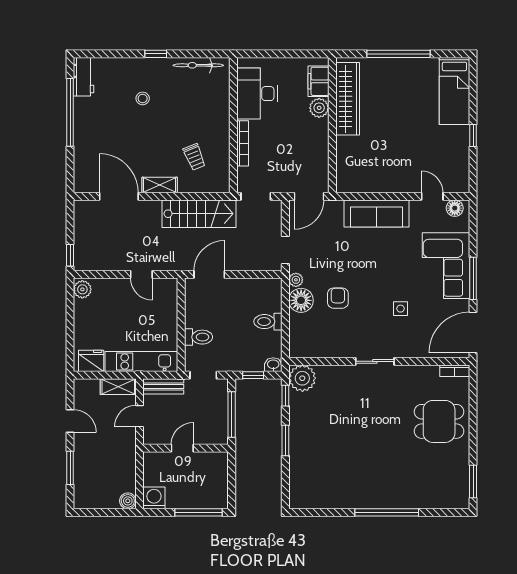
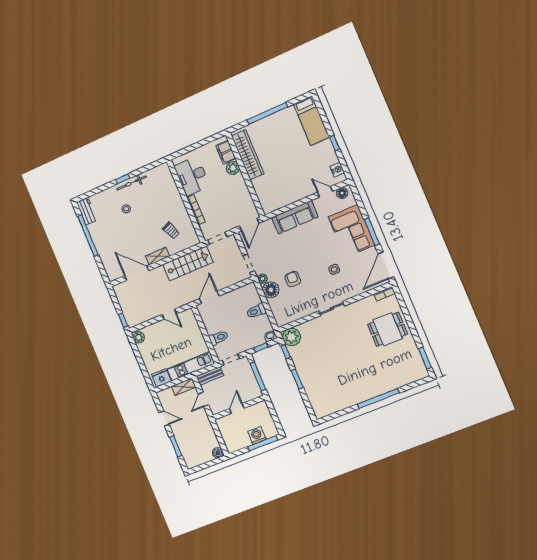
bicycle: (198, 65) -> (131, 183), moved
nightstand: (461, 173) -> (337, 170), added
washing machine: (154, 498) -> (257, 435), moved

